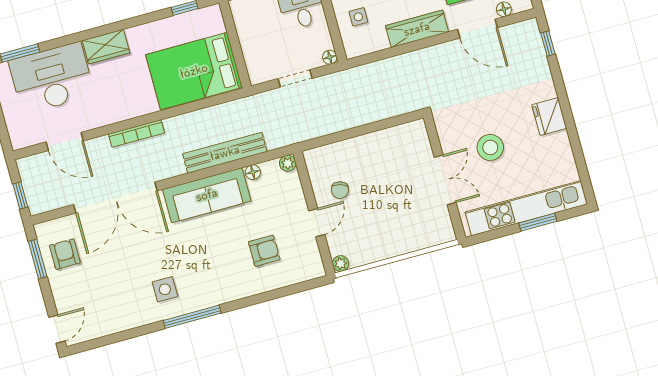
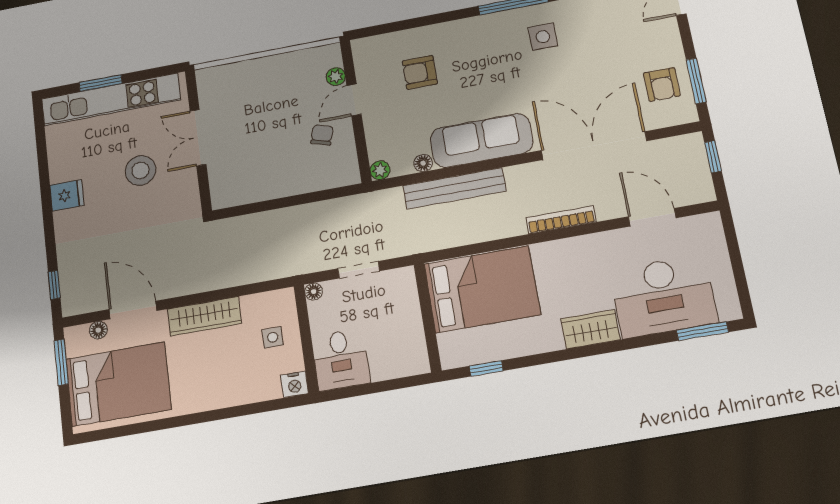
fridge: (549, 117) -> (67, 195), width x0.72
plant: (341, 263) -> (336, 77), moved

